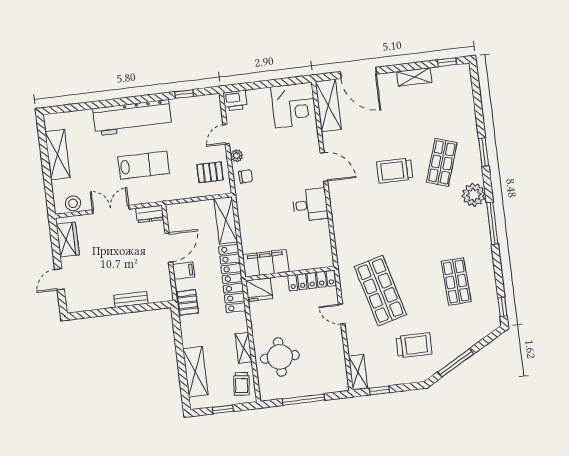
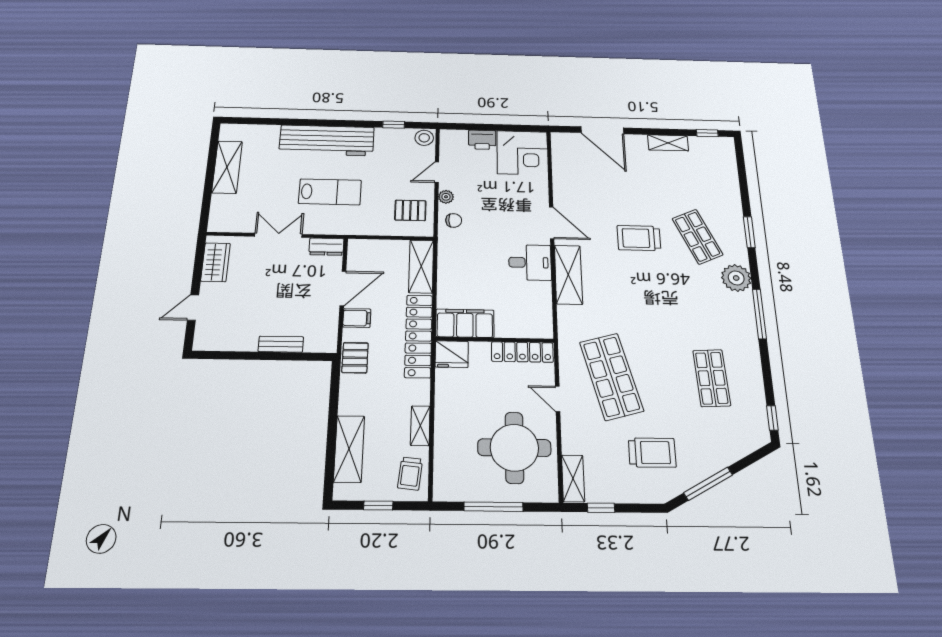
printer: (235, 100) -> (482, 140), moved
shelving: (328, 105) -> (568, 275), moved
shop shelf: (442, 162) -> (697, 237), turned -42
stool: (73, 203) -> (424, 138), moved
round table: (280, 357) -> (514, 448), moved, width x1.36, depth x1.36

